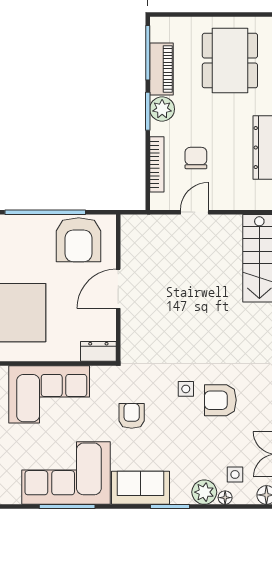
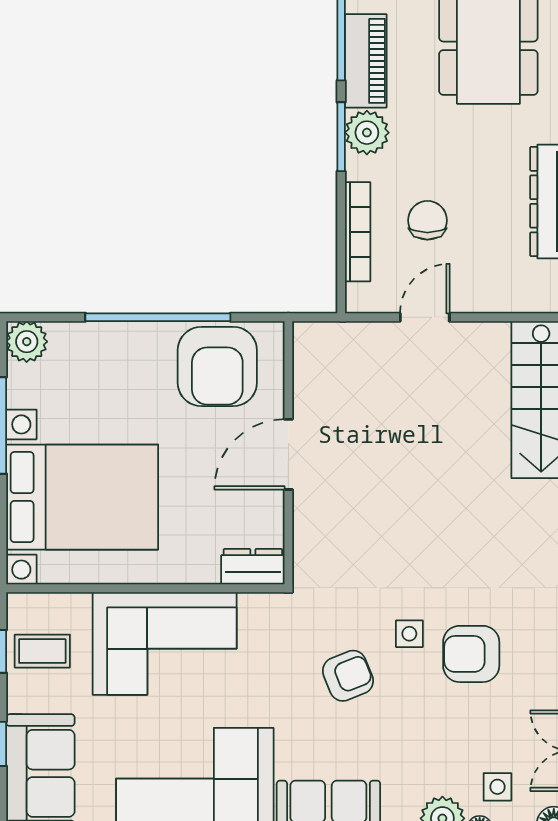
armchair: (132, 416) -> (348, 676), moved, turned 68

